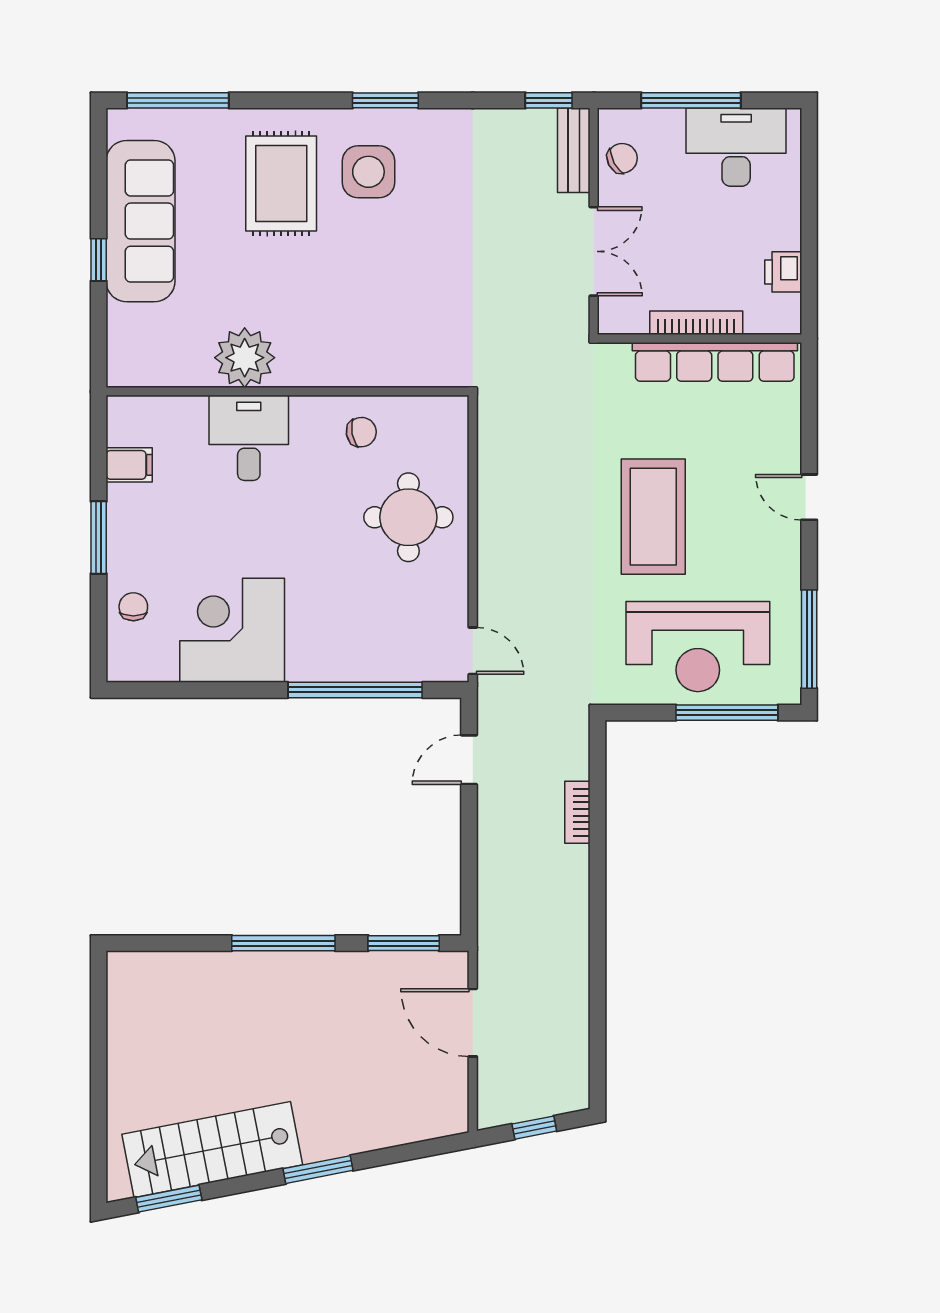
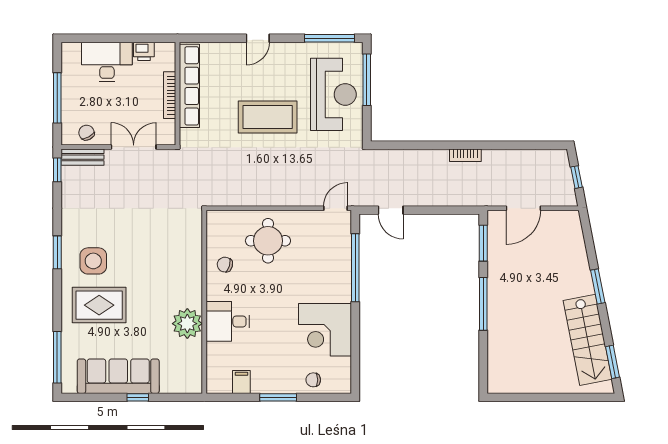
desk: (736, 147) -> (107, 62), moved, turned 90
chair: (361, 432) -> (225, 265), turned -64
bookcase: (577, 812) -> (465, 155), moved

